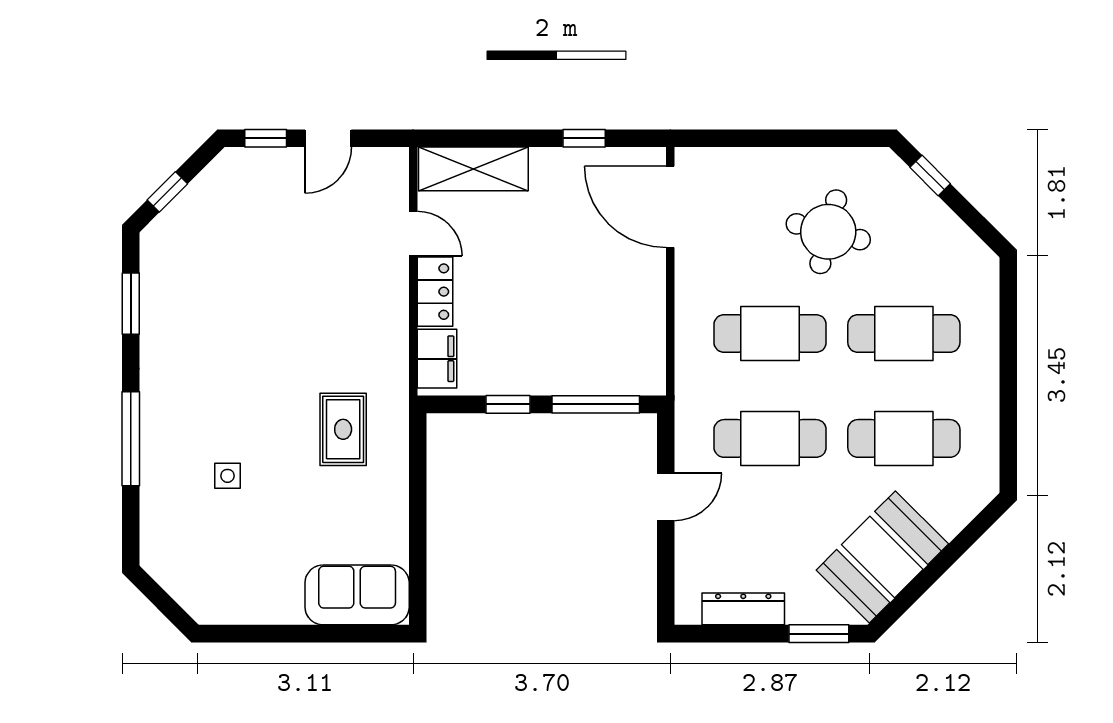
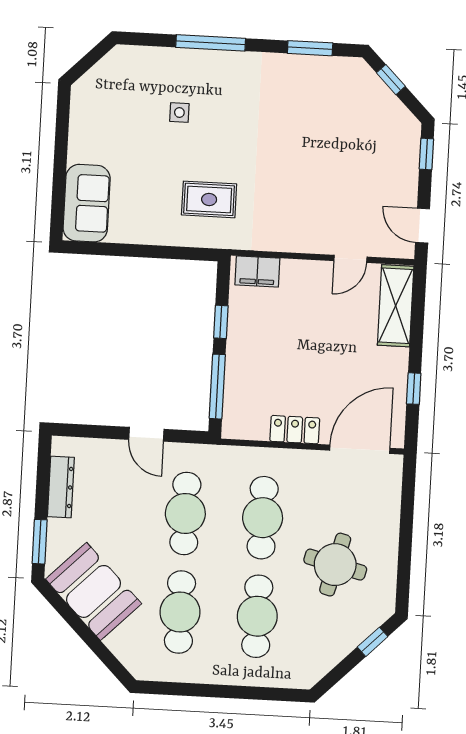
door: (328, 138) -> (423, 226), moved
locker: (435, 292) -> (295, 430), moved, turned 180

